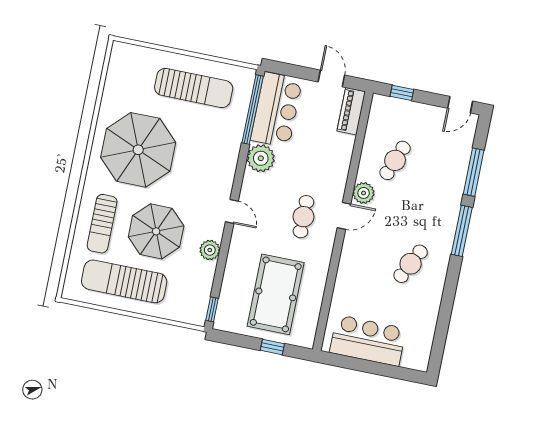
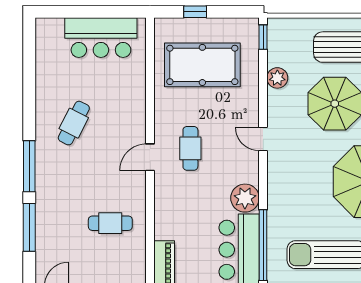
cafe table: (395, 160) -> (110, 223), turned 69
plant: (364, 193) -> (135, 184), removed
plant: (210, 250) -> (277, 78), moved
pool table: (276, 294) -> (202, 65), turned 90

